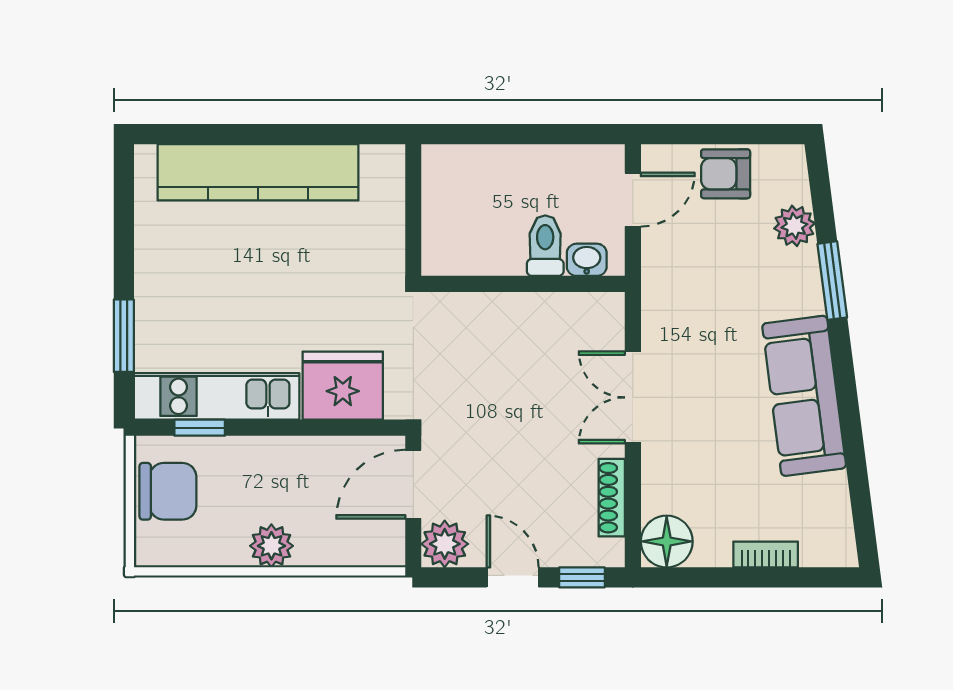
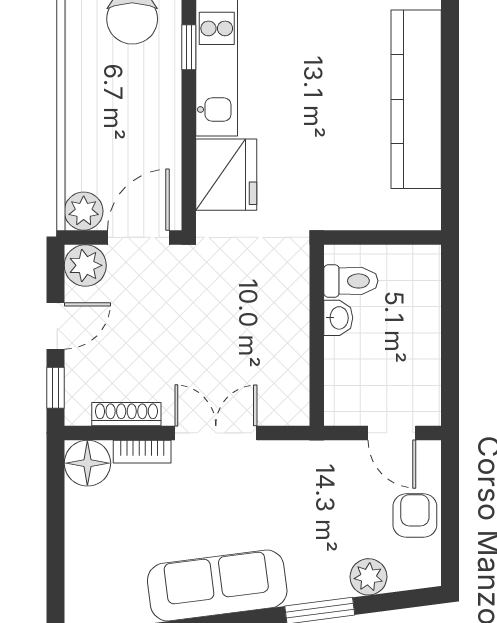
toilet: (545, 246) -> (351, 281), moved
washbasin: (587, 260) -> (338, 318), moved
door: (413, 484) -> (138, 237), hinge flipped
plant: (271, 546) -> (84, 211), moved
bookcase: (766, 554) -> (142, 452), moved, turned 90

